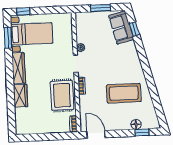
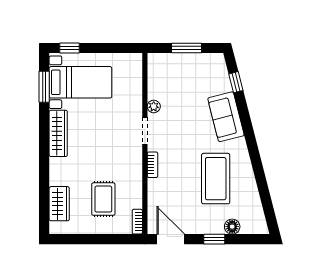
sofa: (121, 27) -> (226, 117), moved
coffee table: (124, 93) -> (216, 179), turned 90
rug: (62, 95) -> (103, 199), moved, width x0.73, depth x0.70
wardrobe: (20, 96) -> (59, 204), moved
window: (142, 132) -> (214, 239), moved

